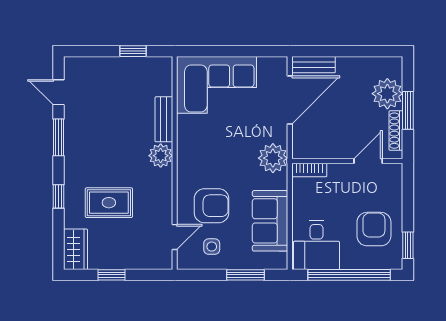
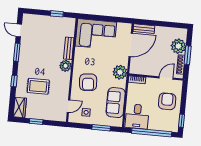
armchair: (211, 206) -> (88, 82), moved, turned 85
armchair: (374, 229) -> (167, 101), moved

